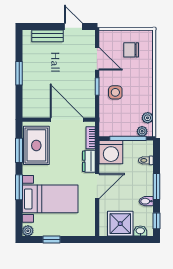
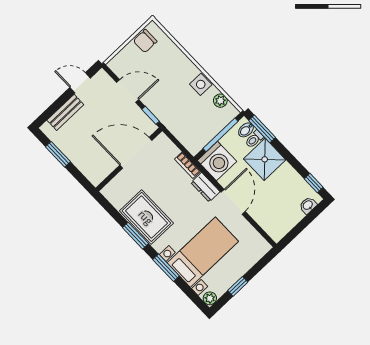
chair: (131, 50) -> (145, 41), moved
window: (19, 73) -> (58, 154), moved
side table: (115, 92) -> (201, 84), moved
wall: (59, 120) -> (129, 159), moved
door: (67, 120) -> (136, 153), moved
plant: (142, 131) -> (227, 117), removed
window: (157, 186) -> (262, 129), moved
bidet: (146, 201) -> (246, 130), moved
shower: (120, 224) -> (265, 159), moved

